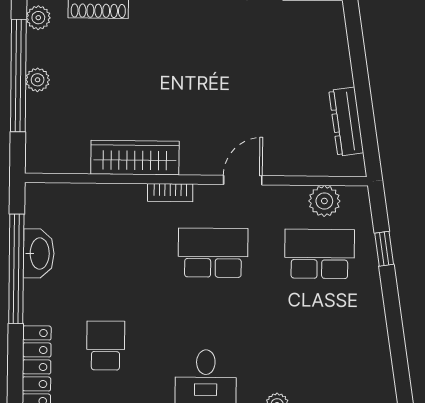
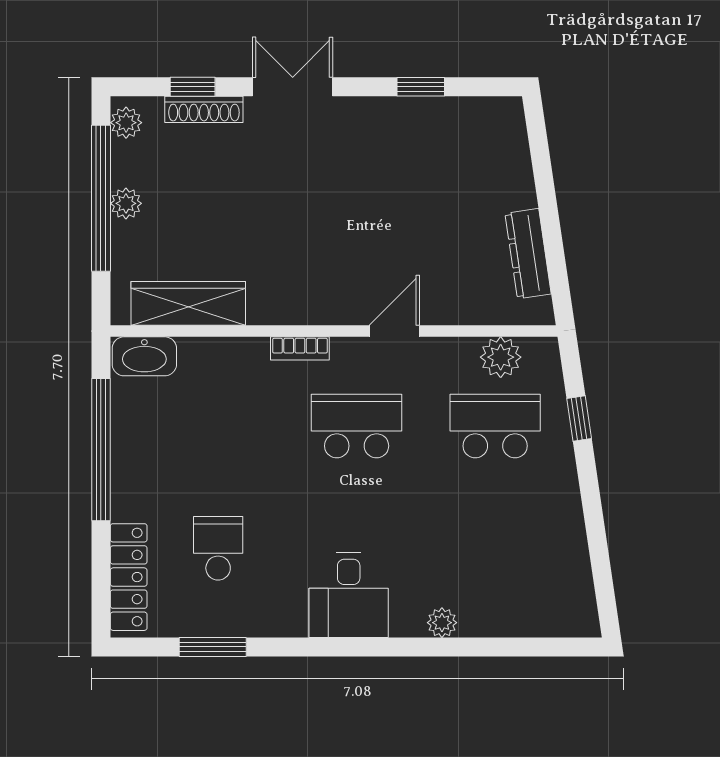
wardrobe: (135, 158) -> (188, 303), moved
washbasin: (39, 253) -> (144, 356), moved, turned 90

